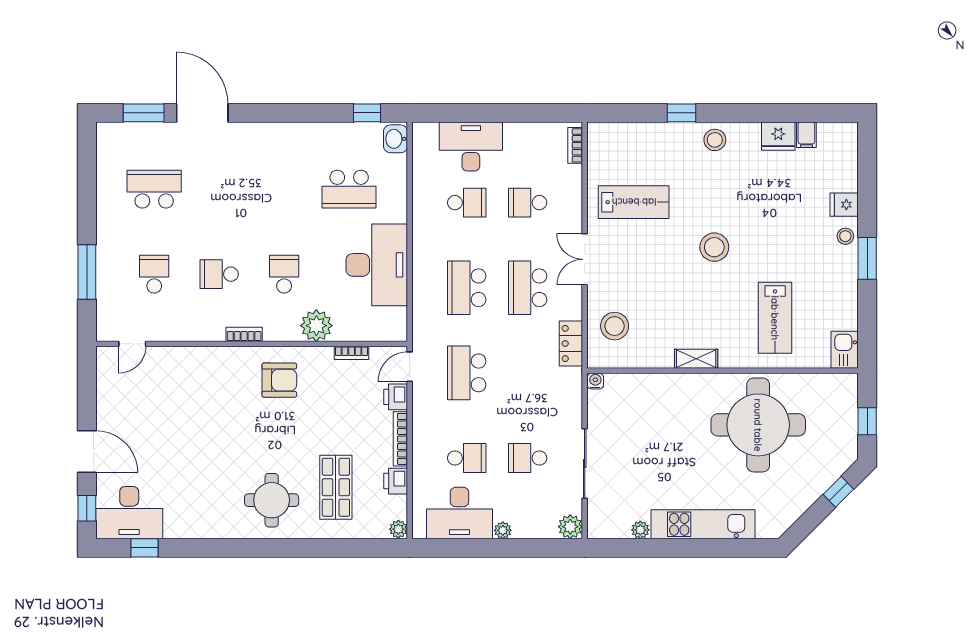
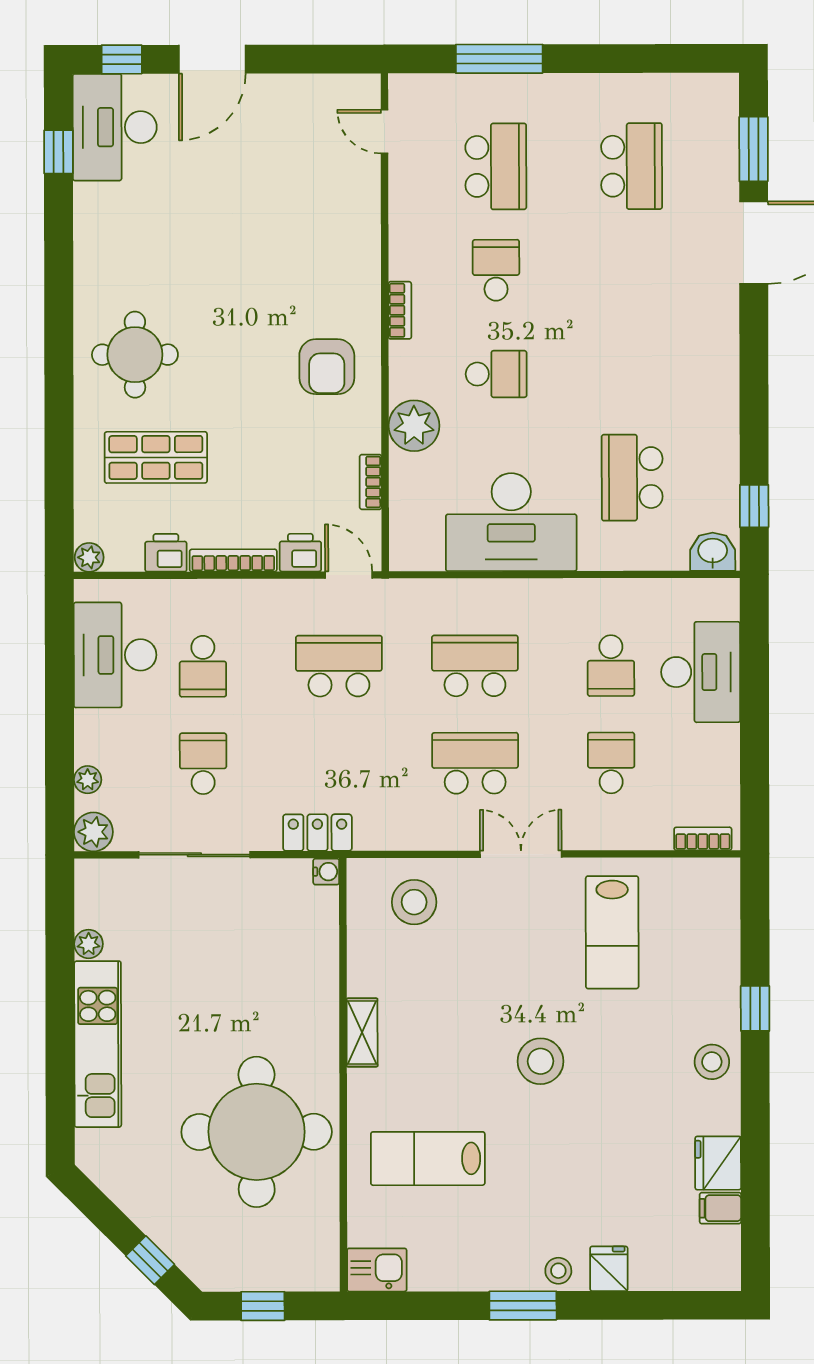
school desk: (154, 274) -> (496, 166), width x1.85
locker: (571, 343) -> (317, 833), moved
plant: (503, 530) -> (88, 780), moved

